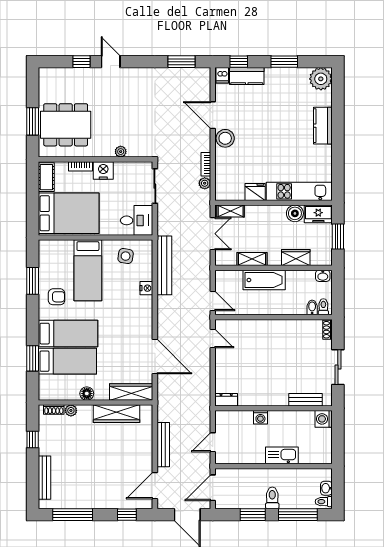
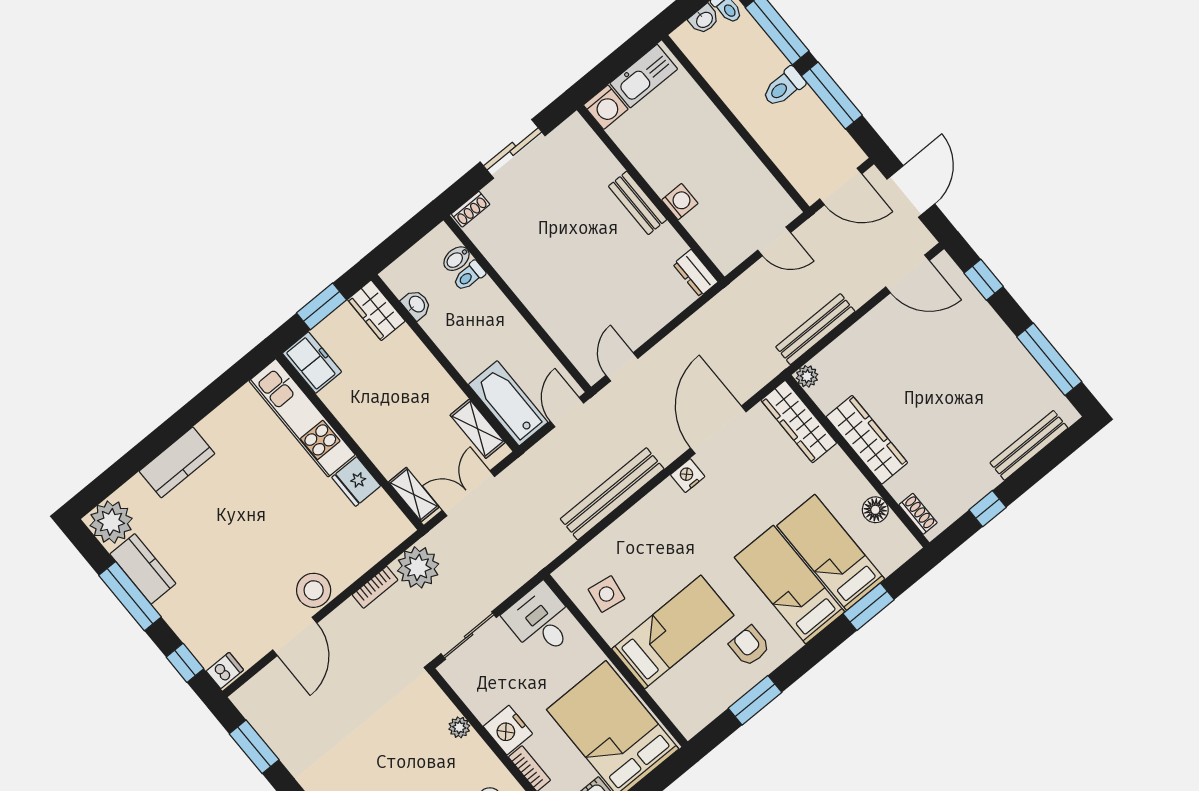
window: (284, 62) -> (130, 596), width x1.44
kitchen counter: (247, 76) -> (143, 569), moved
plant: (205, 183) -> (418, 567), width x1.88, depth x1.88
boiler: (295, 213) -> (339, 397), removed
wardrobe: (296, 258) -> (376, 310), moved
shelving: (252, 259) -> (478, 429), moved
bench: (164, 265) -> (612, 494), moved
washbasin: (323, 276) -> (416, 305), moved
bathtub: (264, 280) -> (508, 403), moved
nightstand: (146, 288) -> (688, 476), moved
toilet: (323, 307) -> (469, 276), moved
floor lamp: (87, 394) -> (875, 510), moved
bench: (306, 400) -> (638, 203), moved
plant: (71, 410) -> (807, 376), moved
wardrobe: (117, 414) -> (867, 440), moved
bench: (163, 445) -> (815, 329), moved
kitchen sink: (282, 455) -> (644, 76), moved, turned -90
window: (253, 515) -> (832, 96), width x1.44

